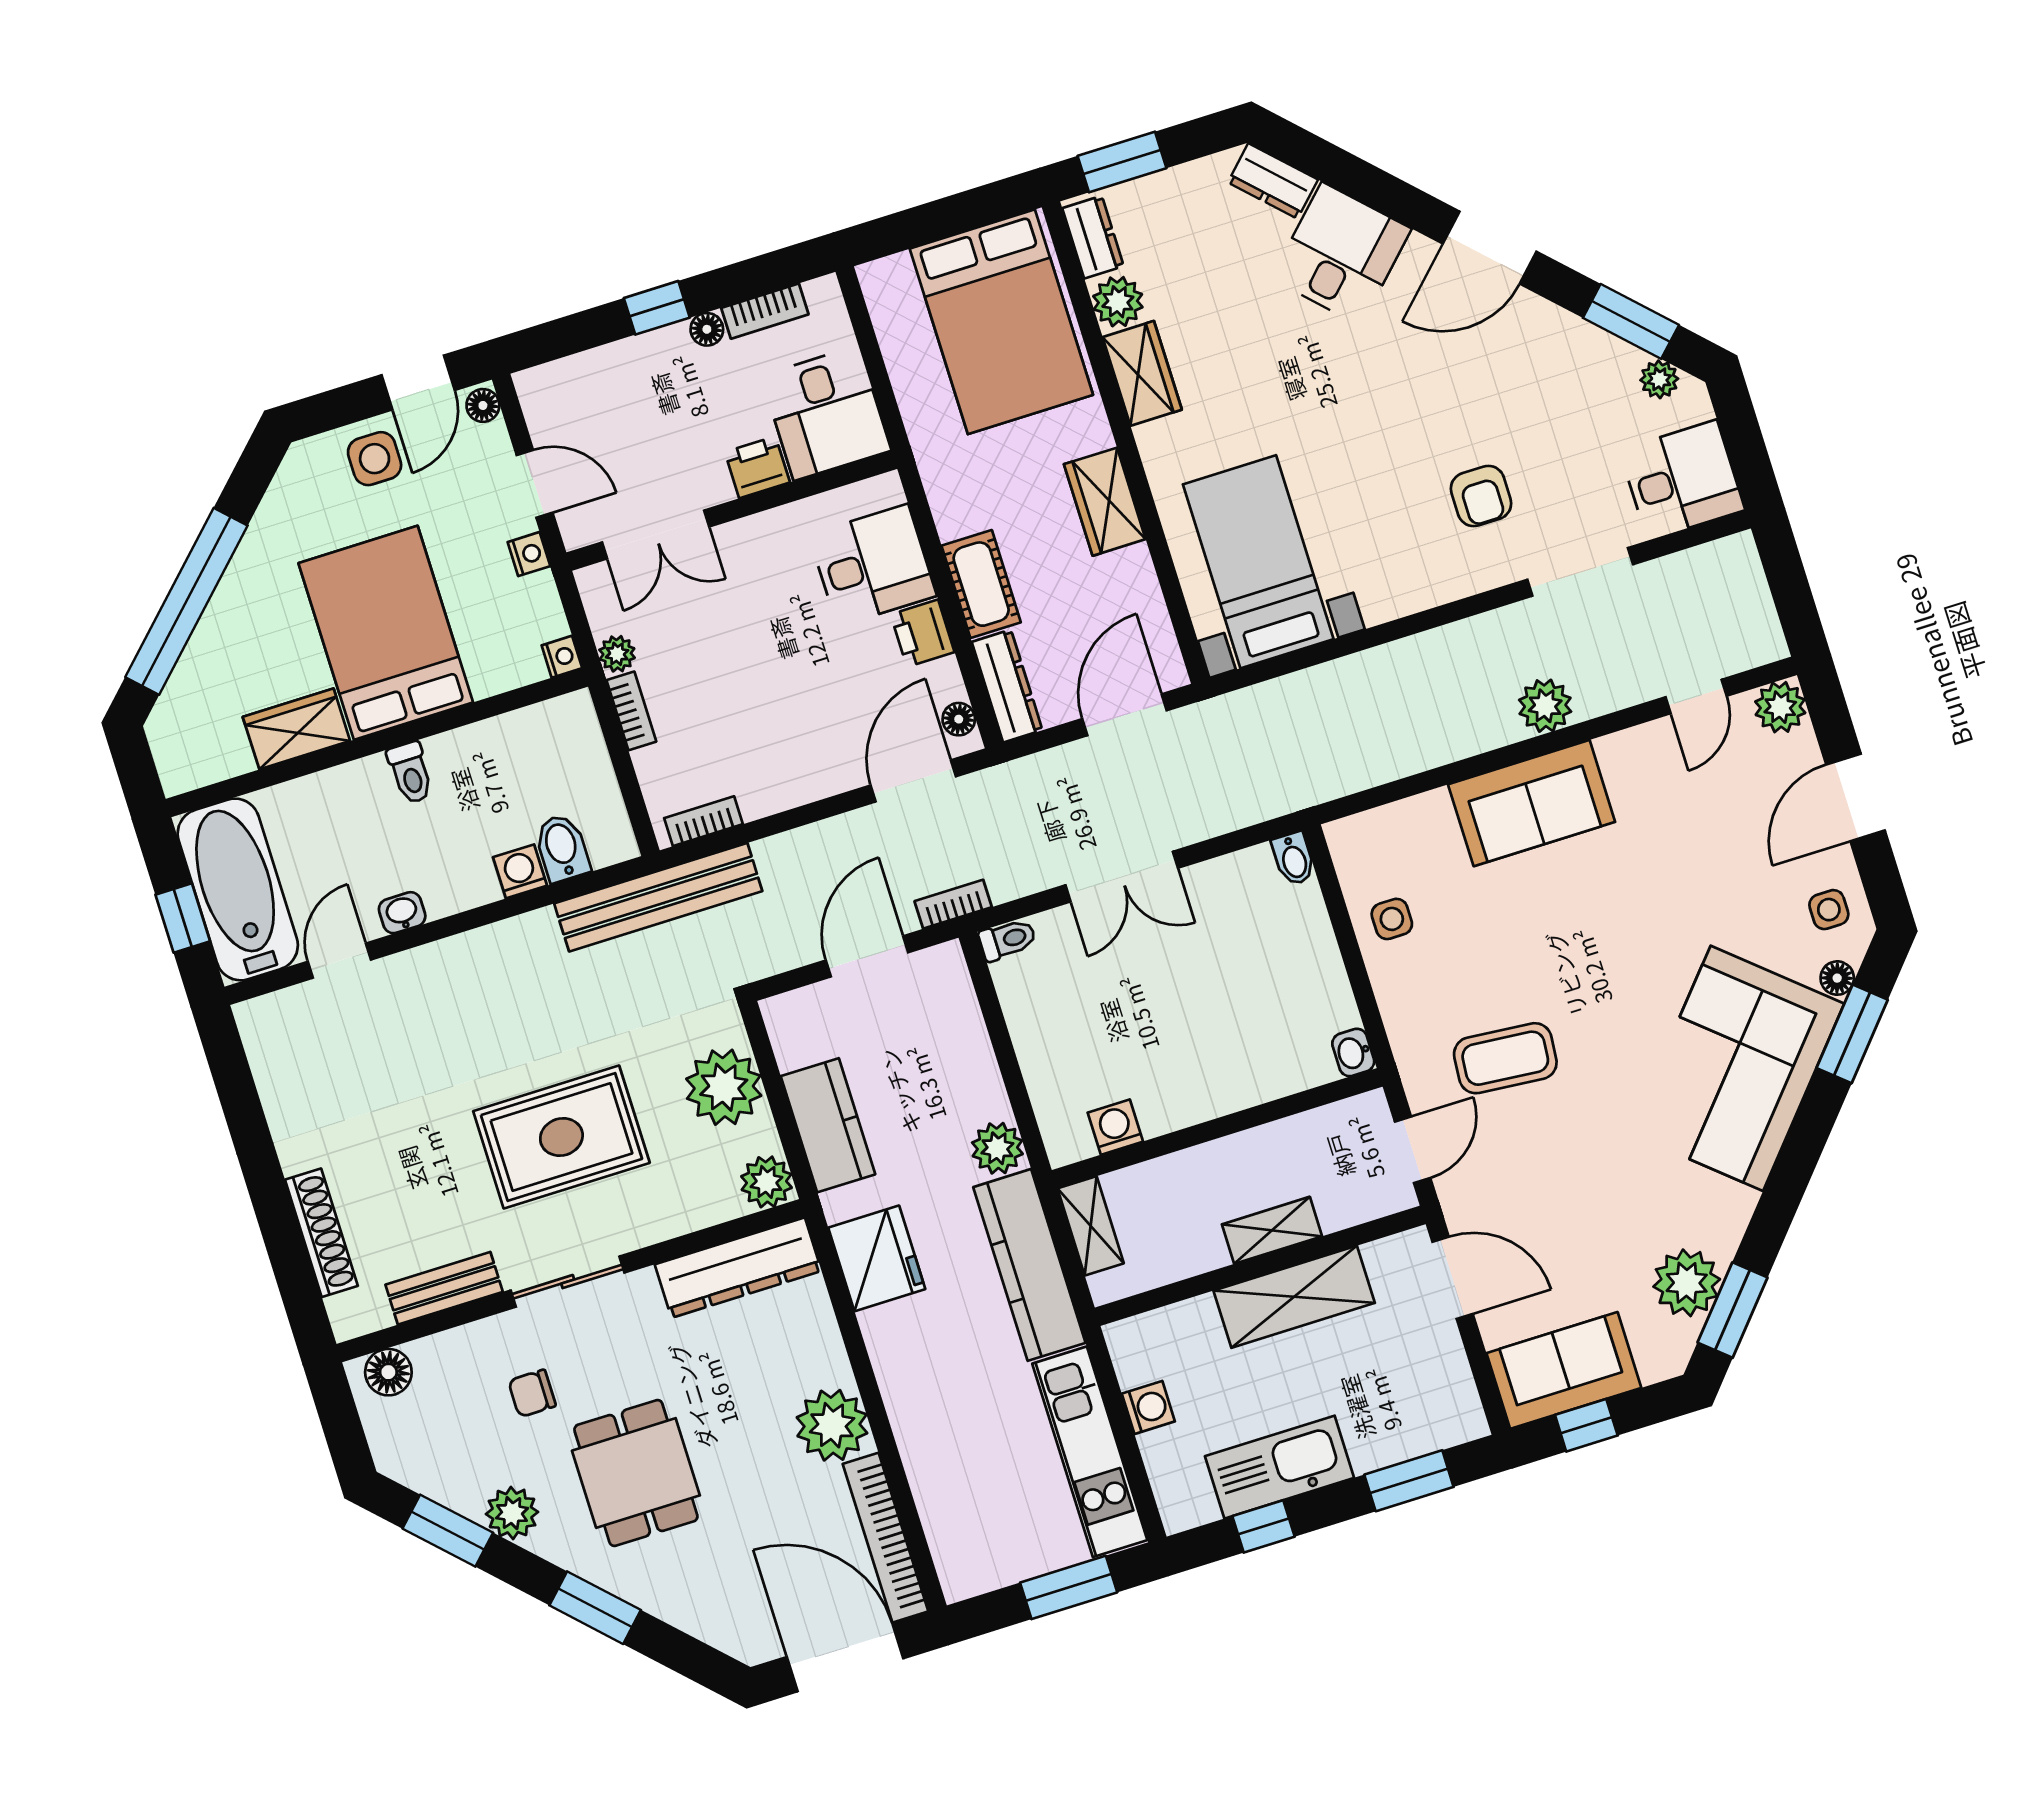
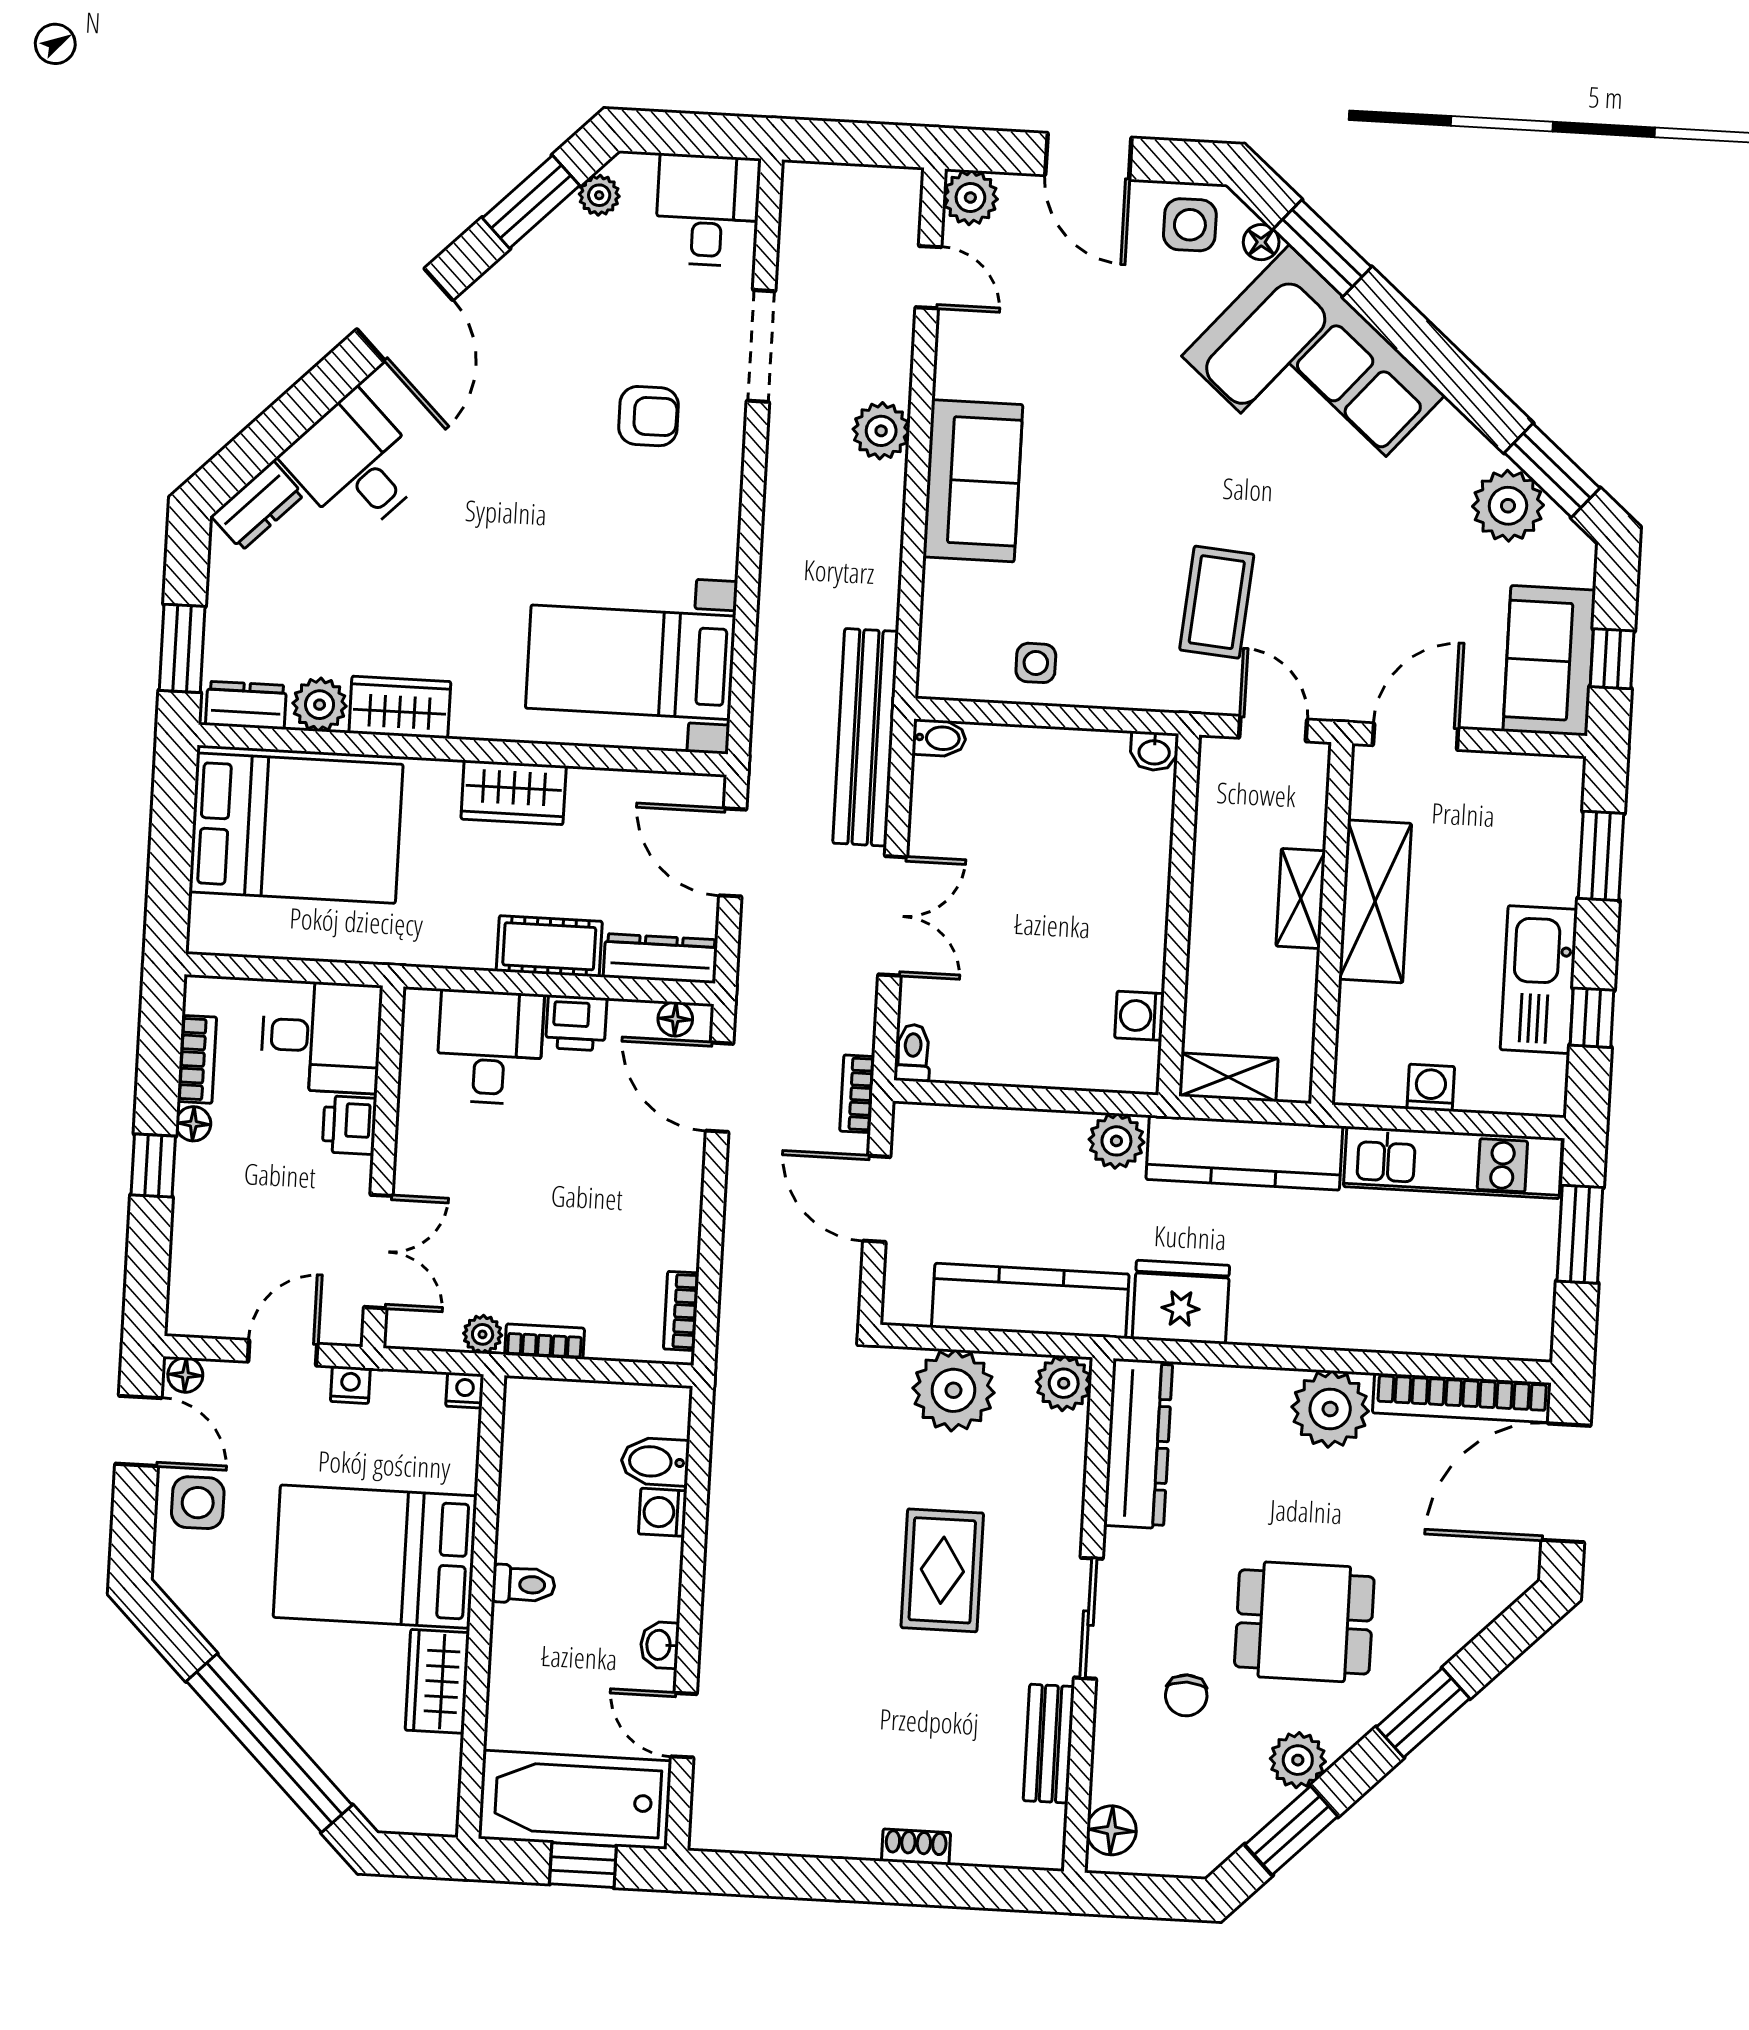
bench: (658, 897) -> (866, 737), moved
side table: (1829, 910) -> (1190, 225), width x1.37, depth x1.37
kitchen counter: (828, 1125) -> (1030, 1301), width x1.50
rug: (561, 1137) -> (942, 1570), width x0.73, depth x0.70
shoe rack: (321, 1233) -> (916, 1847), width x0.51, depth x0.81

